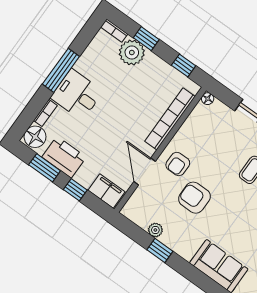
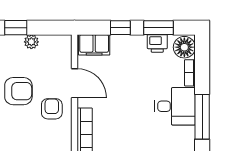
printer: (64, 157) -> (157, 43), width x0.53, depth x0.68

